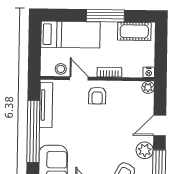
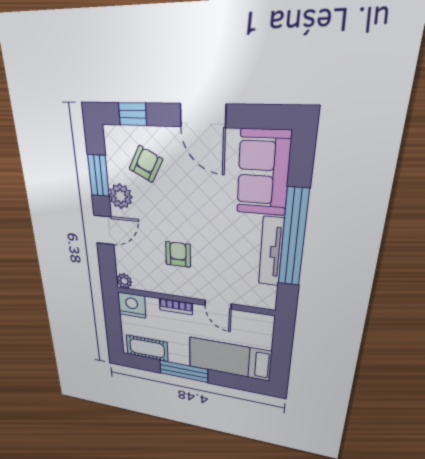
stool: (61, 69) -> (244, 320), removed
nightstand: (149, 72) -> (132, 305), width x1.89, depth x1.79
armchair: (97, 96) -> (178, 254), moved
tv unit: (46, 105) -> (271, 252), moved

